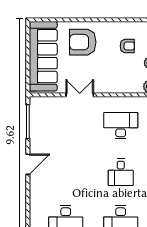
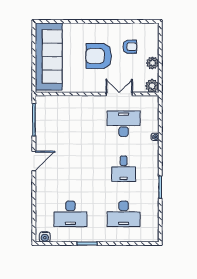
armchair: (83, 42) -> (99, 56), moved
double door: (80, 95) -> (119, 94), moved

